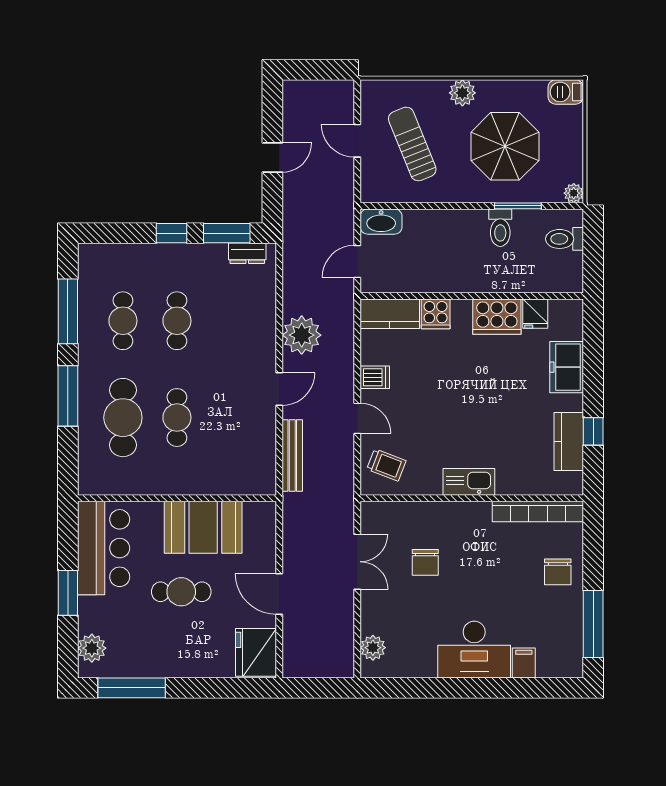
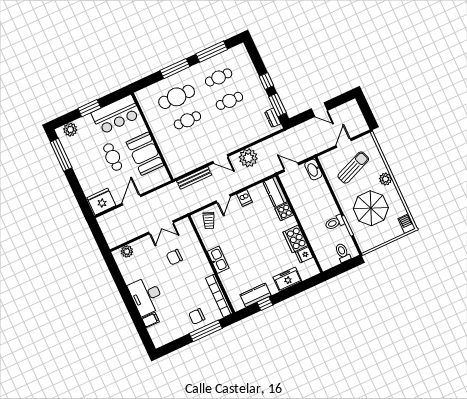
plant: (574, 193) -> (364, 247), removed
window: (593, 624) -> (206, 331), moved

